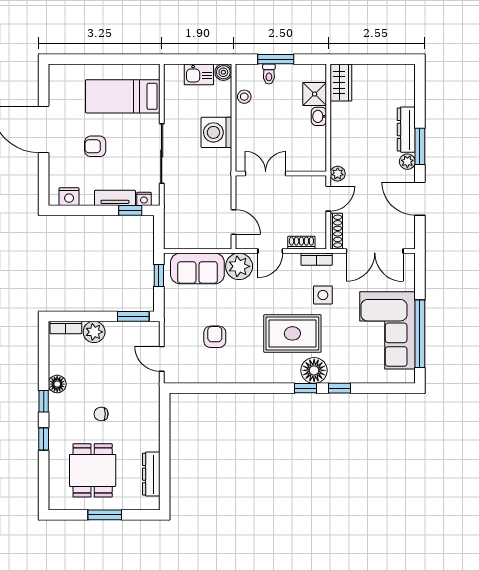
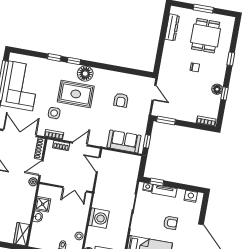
shower: (315, 94) -> (43, 204), moved
plant: (239, 266) -> (100, 138), removed
plant: (94, 332) -> (190, 116), removed
floor lamp: (314, 370) -> (85, 74), moved
window: (44, 401) -> (224, 93), moved

